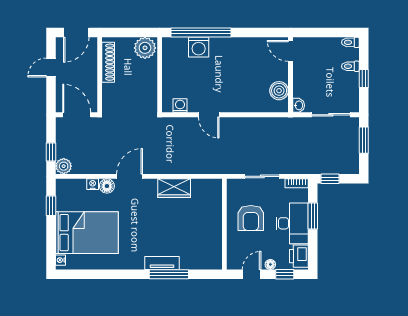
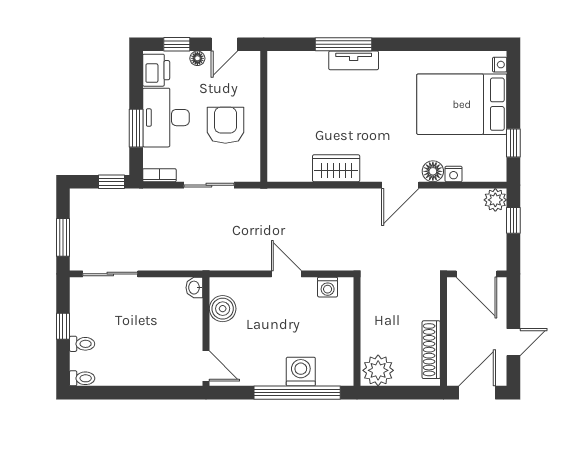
door: (291, 51) -> (206, 366), moved
wall: (291, 75) -> (206, 332), moved
boiler: (279, 91) -> (223, 309), moved
washbasin: (299, 105) -> (194, 288), moved

